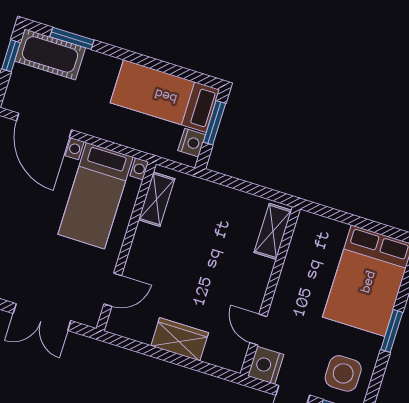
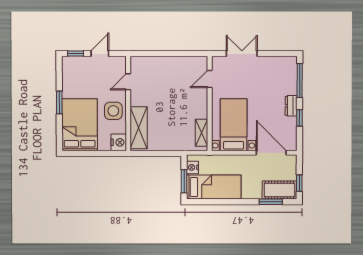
shelving: (273, 231) -> (139, 128), width x1.50, depth x1.33
door: (258, 330) -> (128, 82), swing flipped
wardrobe: (180, 339) -> (167, 64), removed
nightstand: (266, 365) -> (119, 142), moved
side table: (343, 373) -> (113, 111), moved

